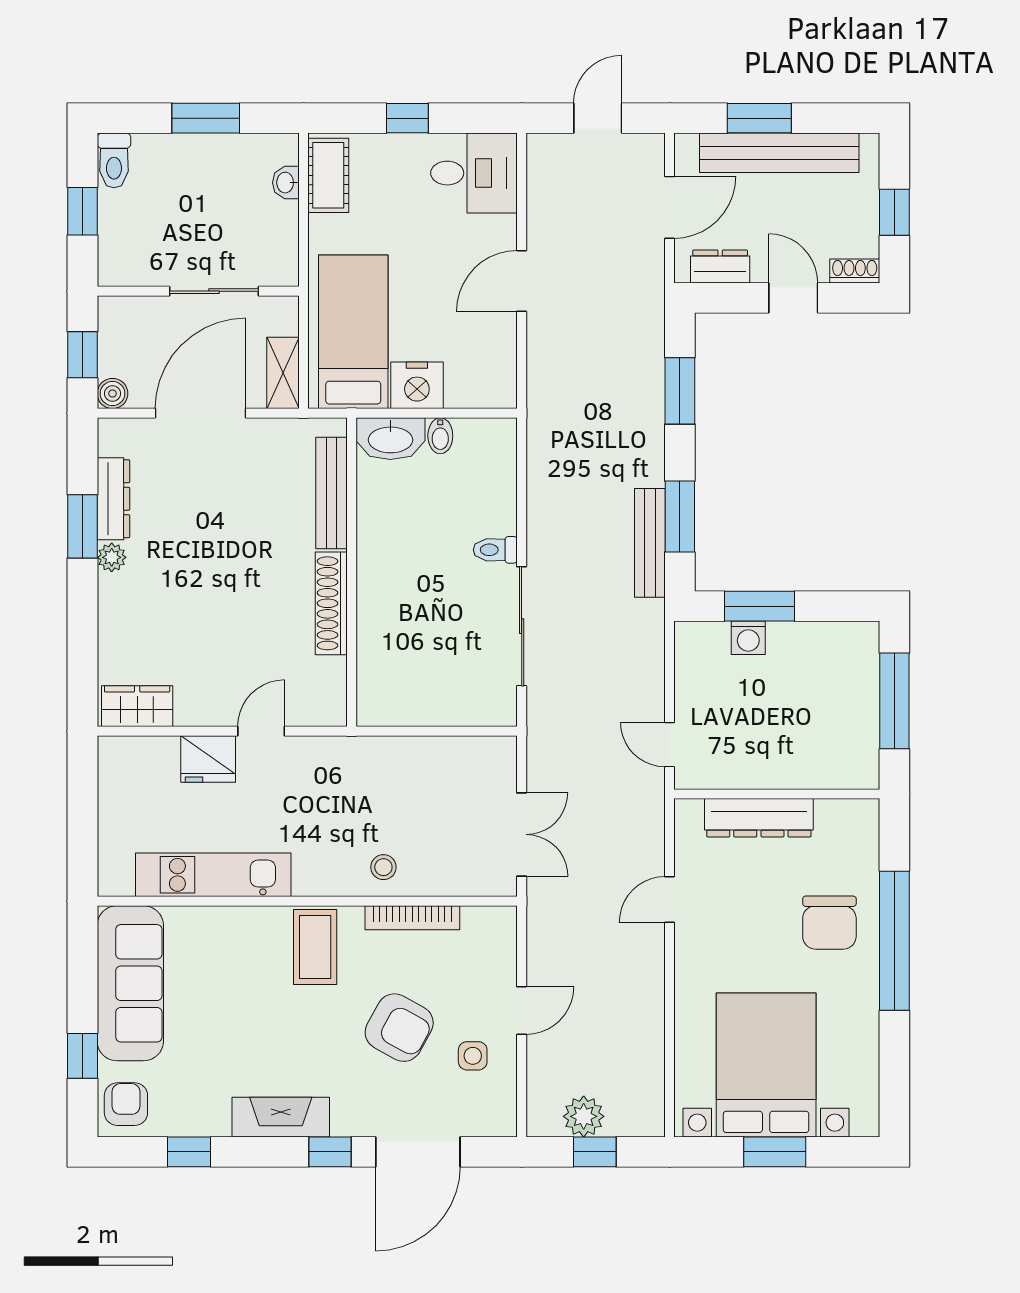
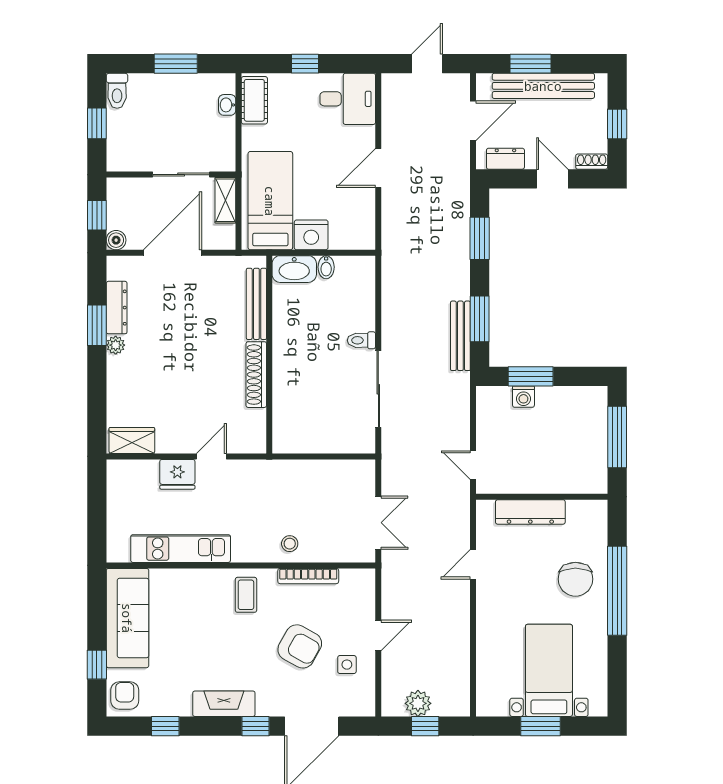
shelving: (283, 373) -> (225, 200), moved
coffee table: (315, 947) -> (246, 595), width x0.73, depth x0.77
bed with nightstands: (766, 1065) -> (549, 670), width x0.73

